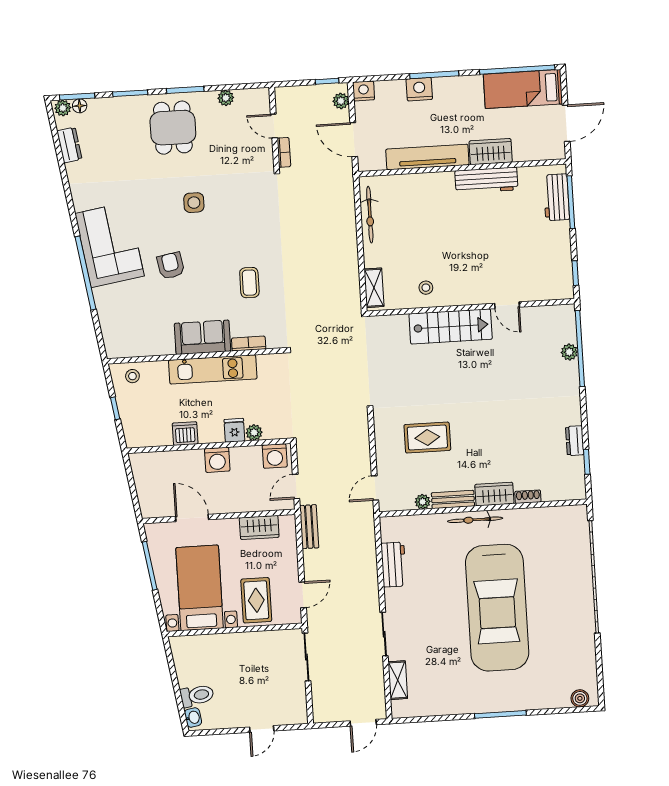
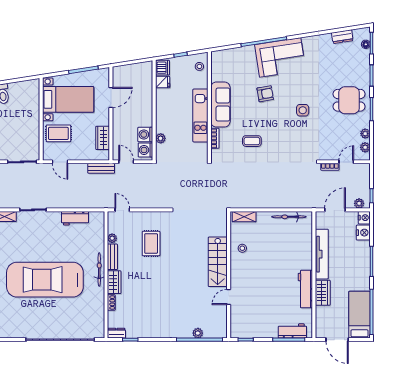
nightstand: (419, 89) -> (363, 233), moved
plant: (63, 108) -> (365, 147), moved
sofa: (203, 337) -> (220, 105), width x1.36
fridge: (234, 430) -> (163, 82), moved
dishwasher: (185, 434) -> (162, 68), moved
dresser: (575, 441) -> (116, 333), moved
washing machine: (217, 460) -> (145, 134), moved

